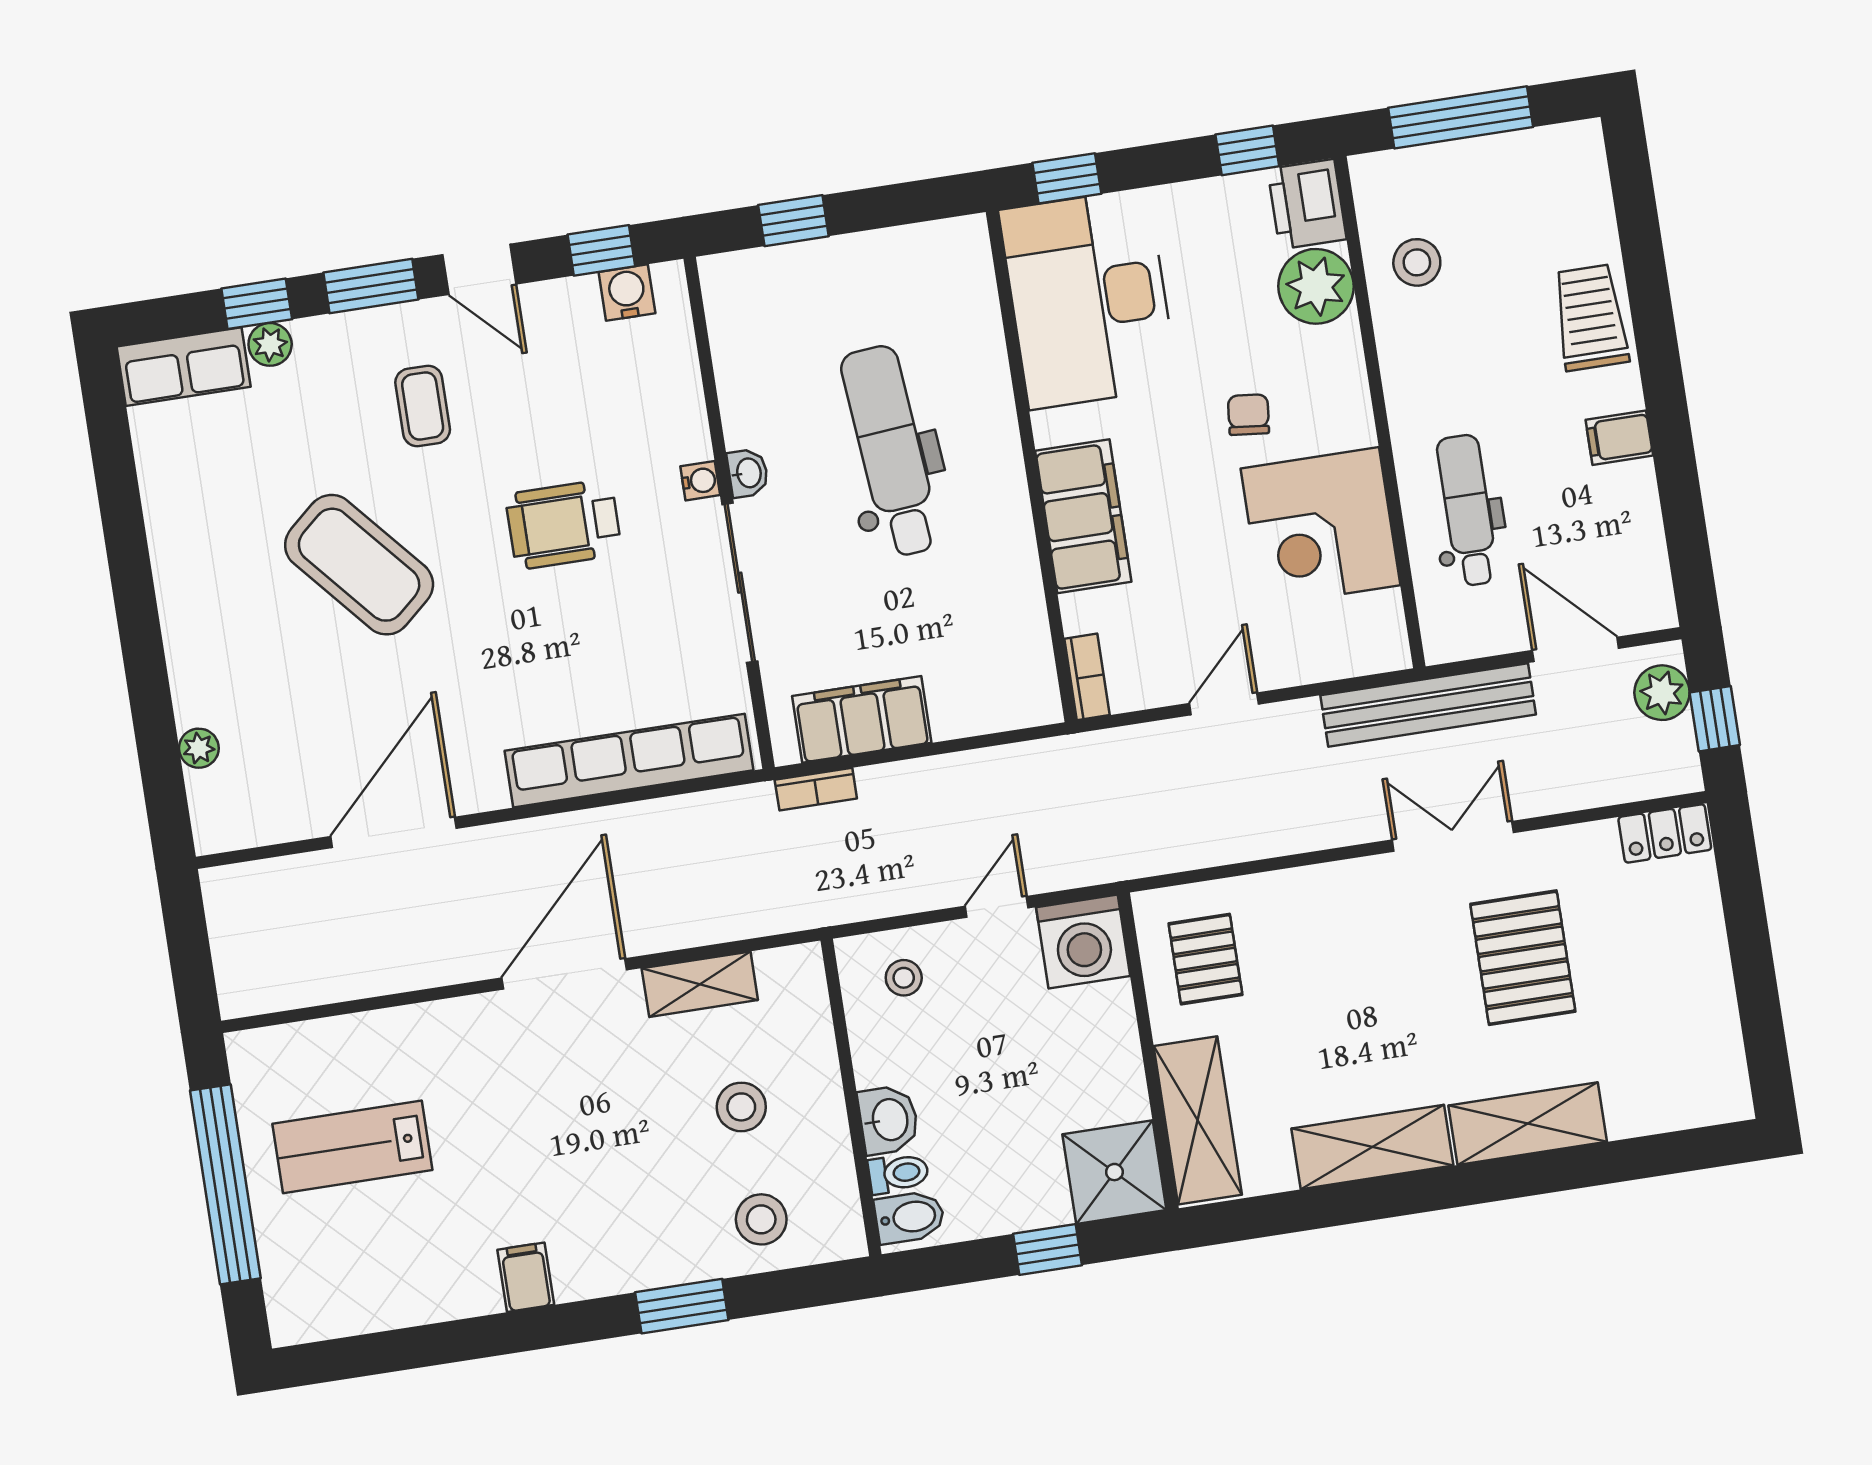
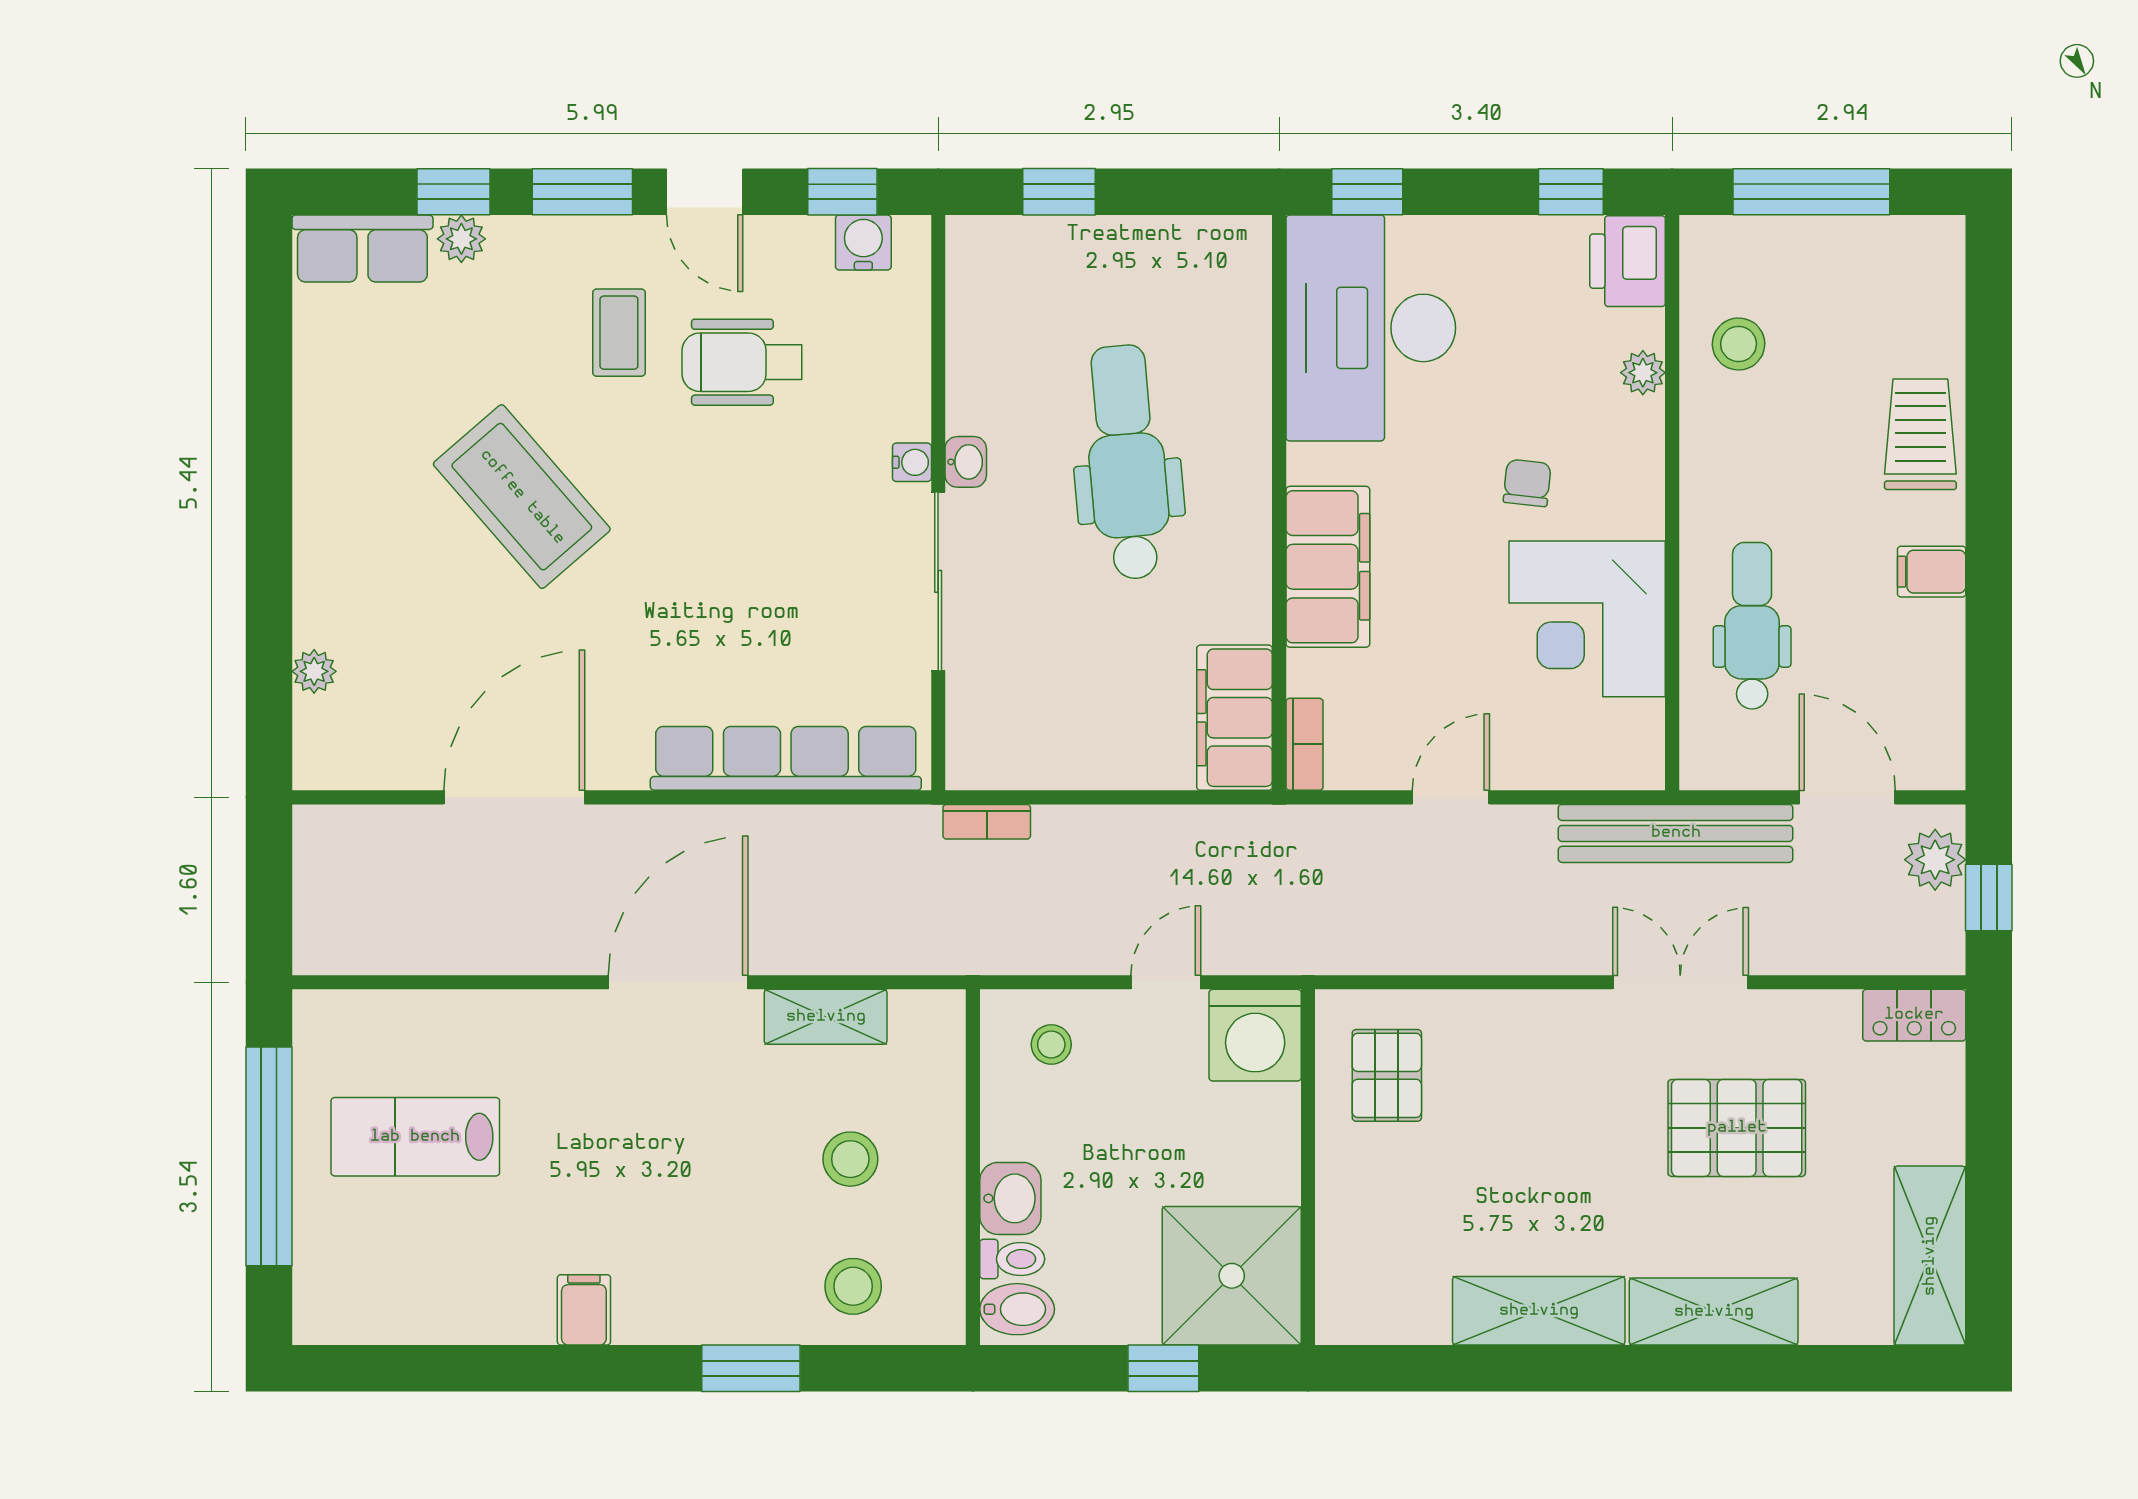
plant: (1316, 286) -> (1643, 373), width x0.53, depth x0.53
wheelchair: (564, 524) -> (742, 362), moved
filing cabinet: (862, 719) -> (1235, 718), moved, turned -90
pallet: (1523, 958) -> (1737, 1128), turned 90
shelving: (1198, 1120) -> (1930, 1256), moved
shower: (1114, 1172) -> (1232, 1276), width x1.37, depth x1.37

